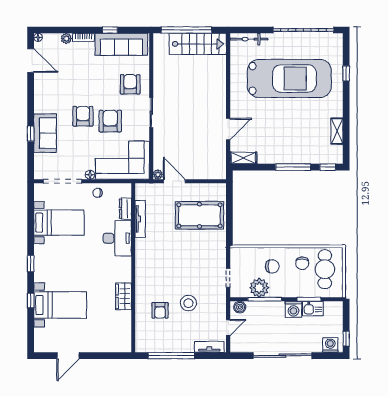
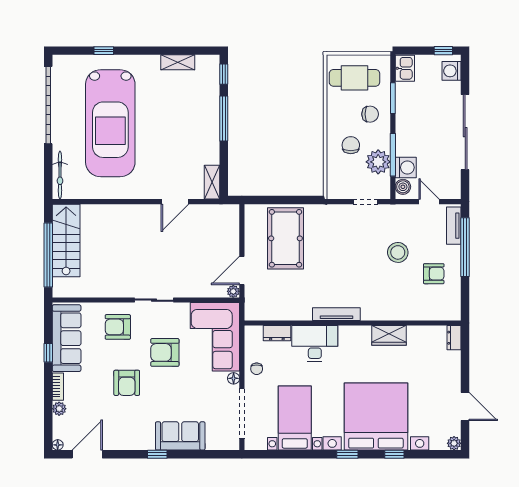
car: (289, 78) -> (110, 123), turned 180
armchair: (83, 116) -> (127, 383), moved, turned -90
door: (228, 129) -> (175, 202), swing flipped
window: (31, 134) -> (157, 454), moved
tv unit: (140, 219) -> (336, 314), moved
chair: (302, 263) -> (370, 114), moved
bed with nightstands: (60, 305) -> (376, 417), width x1.85
washing machine: (293, 309) -> (406, 167), moved
kitchen sink: (313, 309) -> (405, 68), moved
armchair: (160, 310) -> (434, 274), moved
plant: (39, 347) -> (454, 443), added
dresser: (122, 347) -> (454, 338), added
window: (171, 356) -> (465, 247), moved

